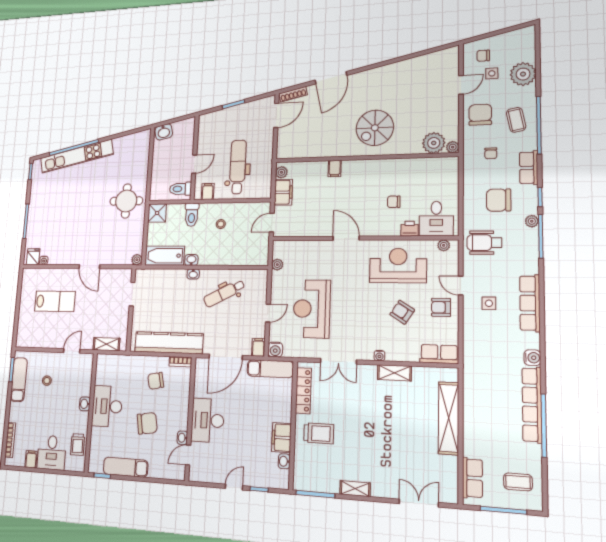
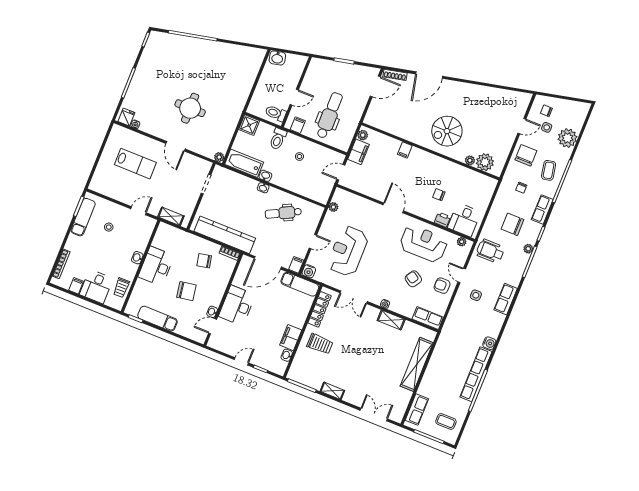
plant: (453, 147) -> (470, 160), moved
kitchen unit: (77, 156) -> (193, 45), removed
round table: (126, 201) -> (190, 108), moved
row of seats: (530, 303) -> (506, 299), width x0.68

